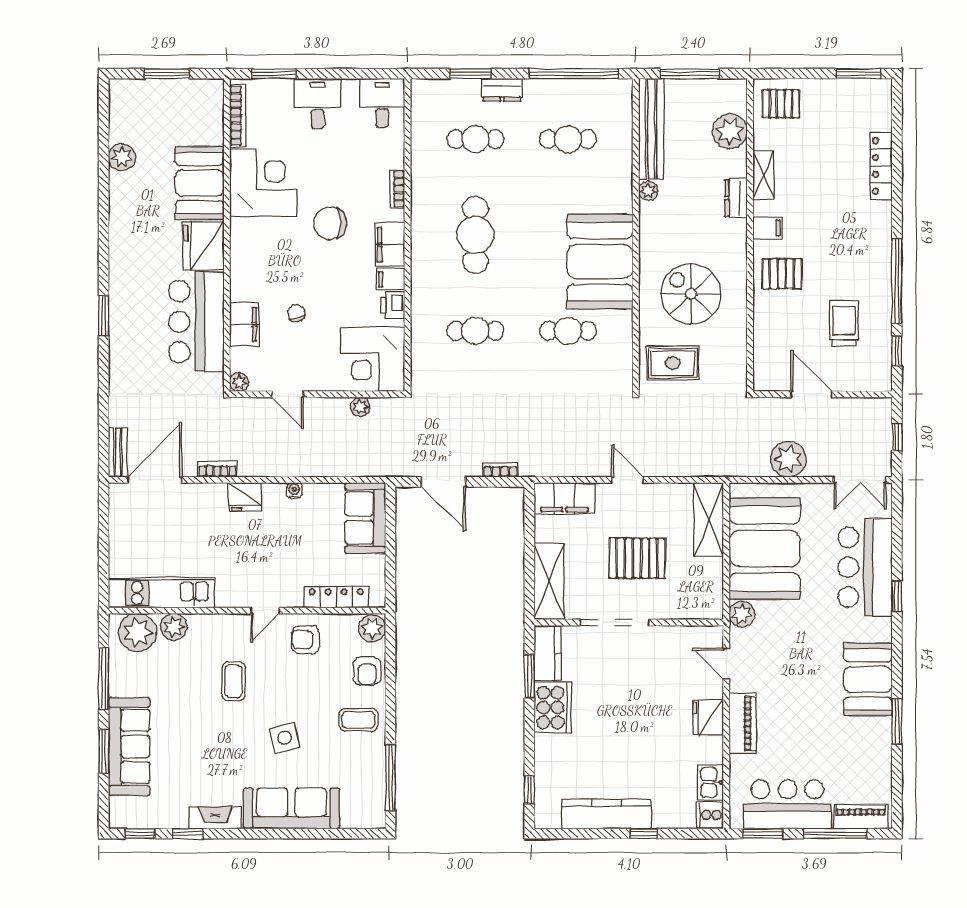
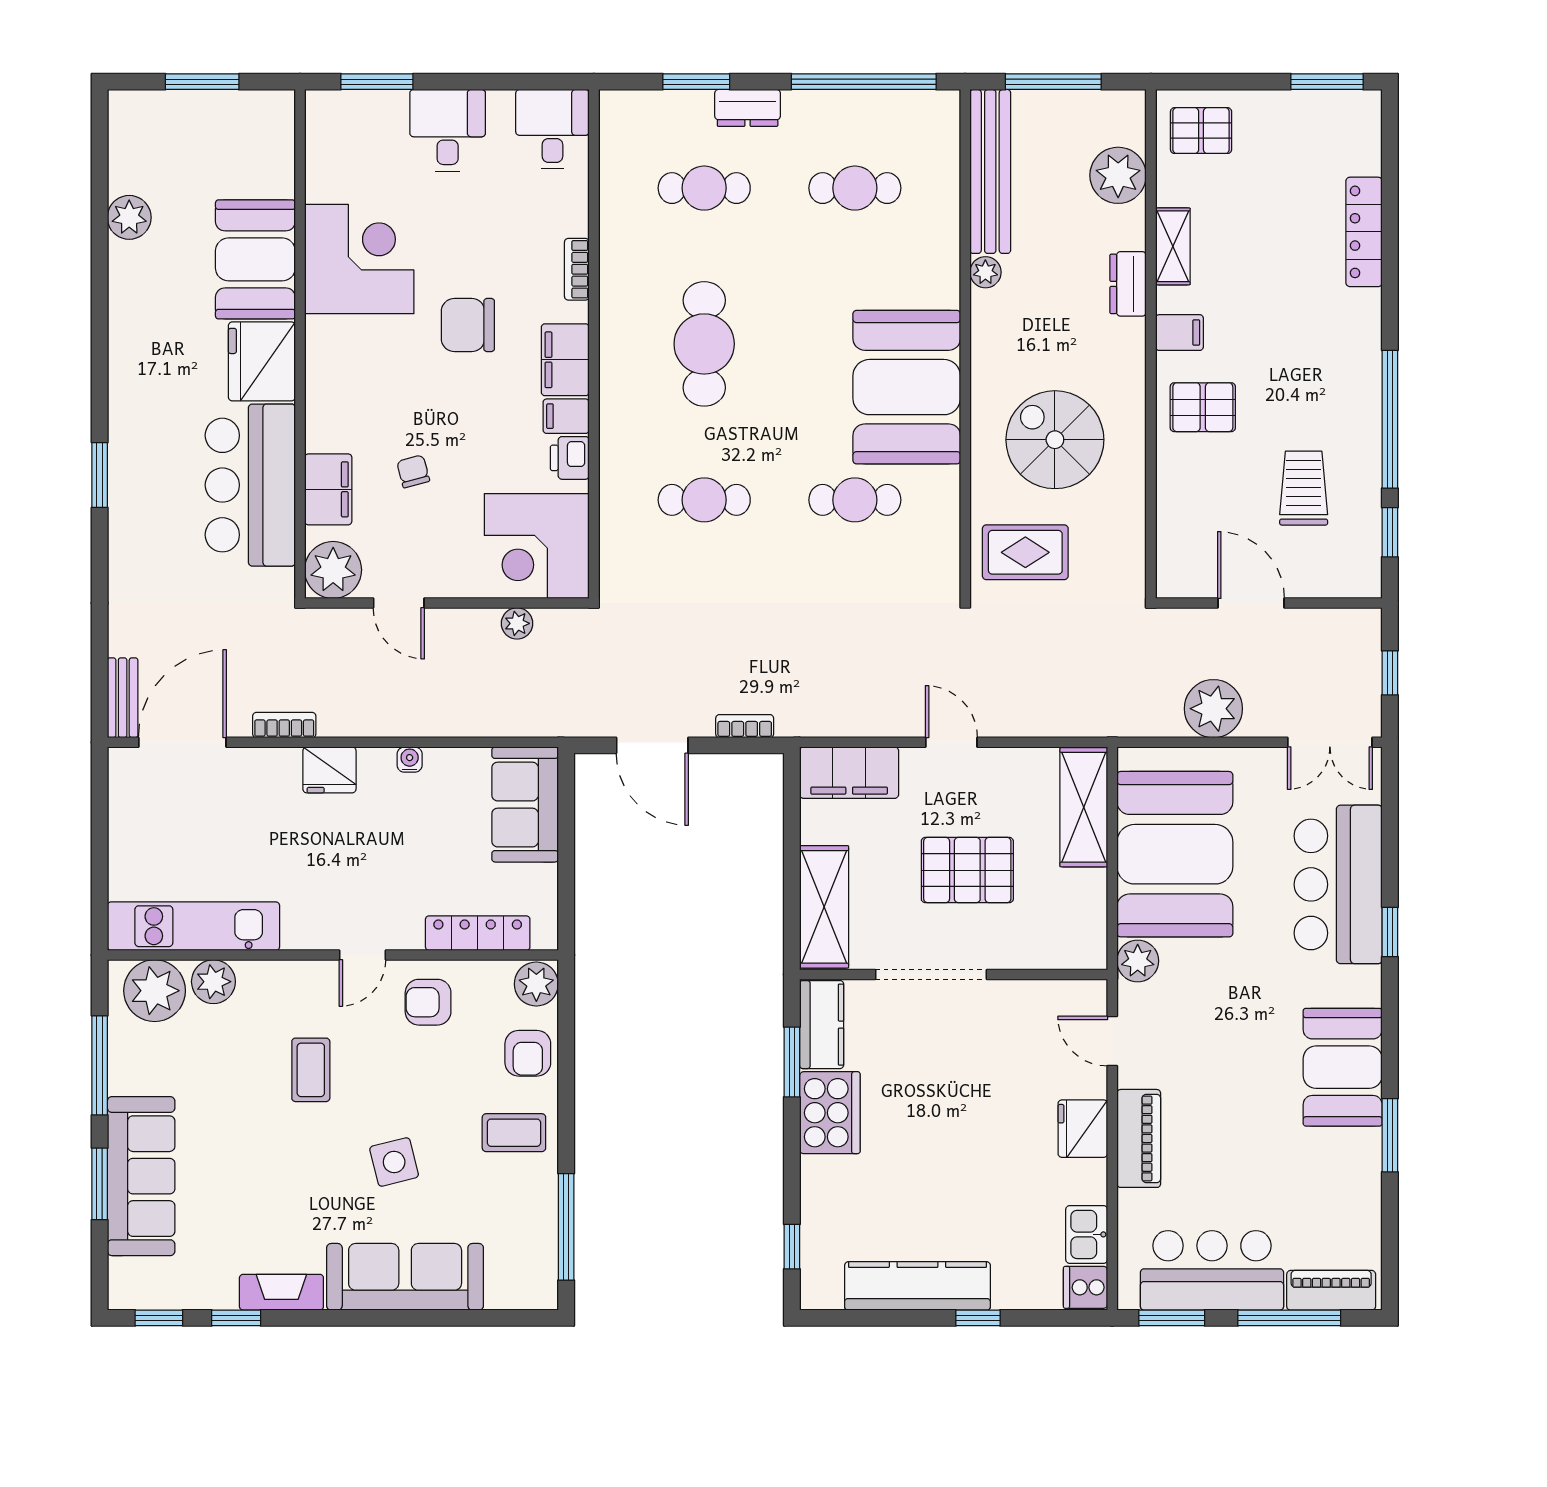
bookcase: (238, 116) -> (318, 150), removed
plant: (239, 382) -> (333, 570), width x1.88, depth x1.88

